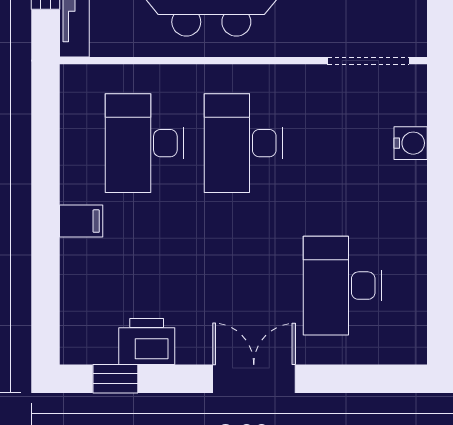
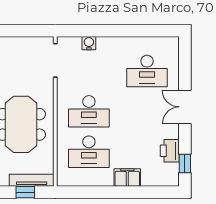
filing cabinet: (81, 221) -> (127, 177), width x2.00

